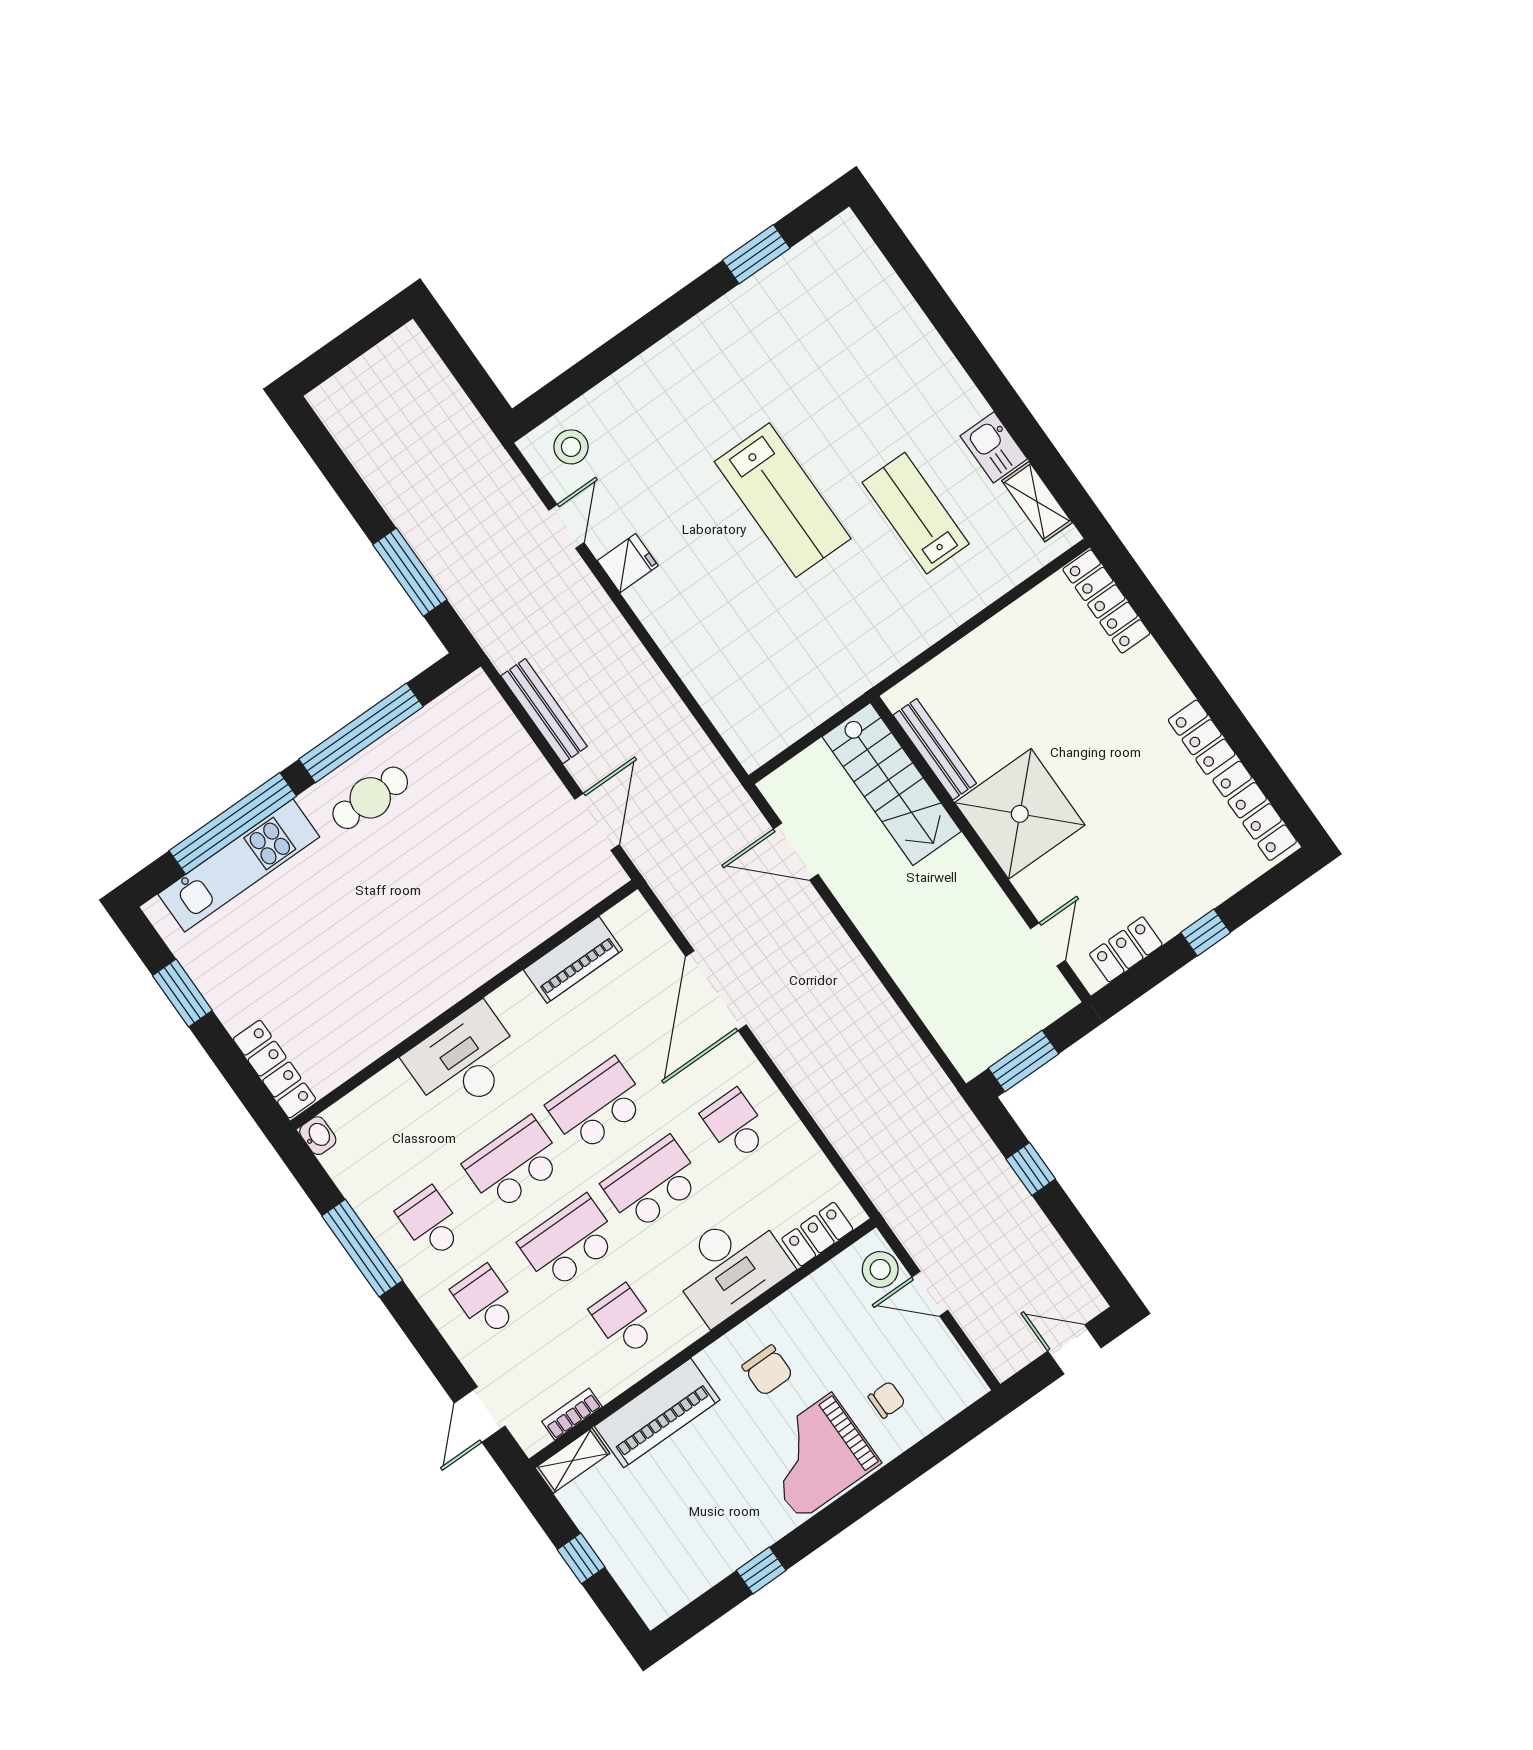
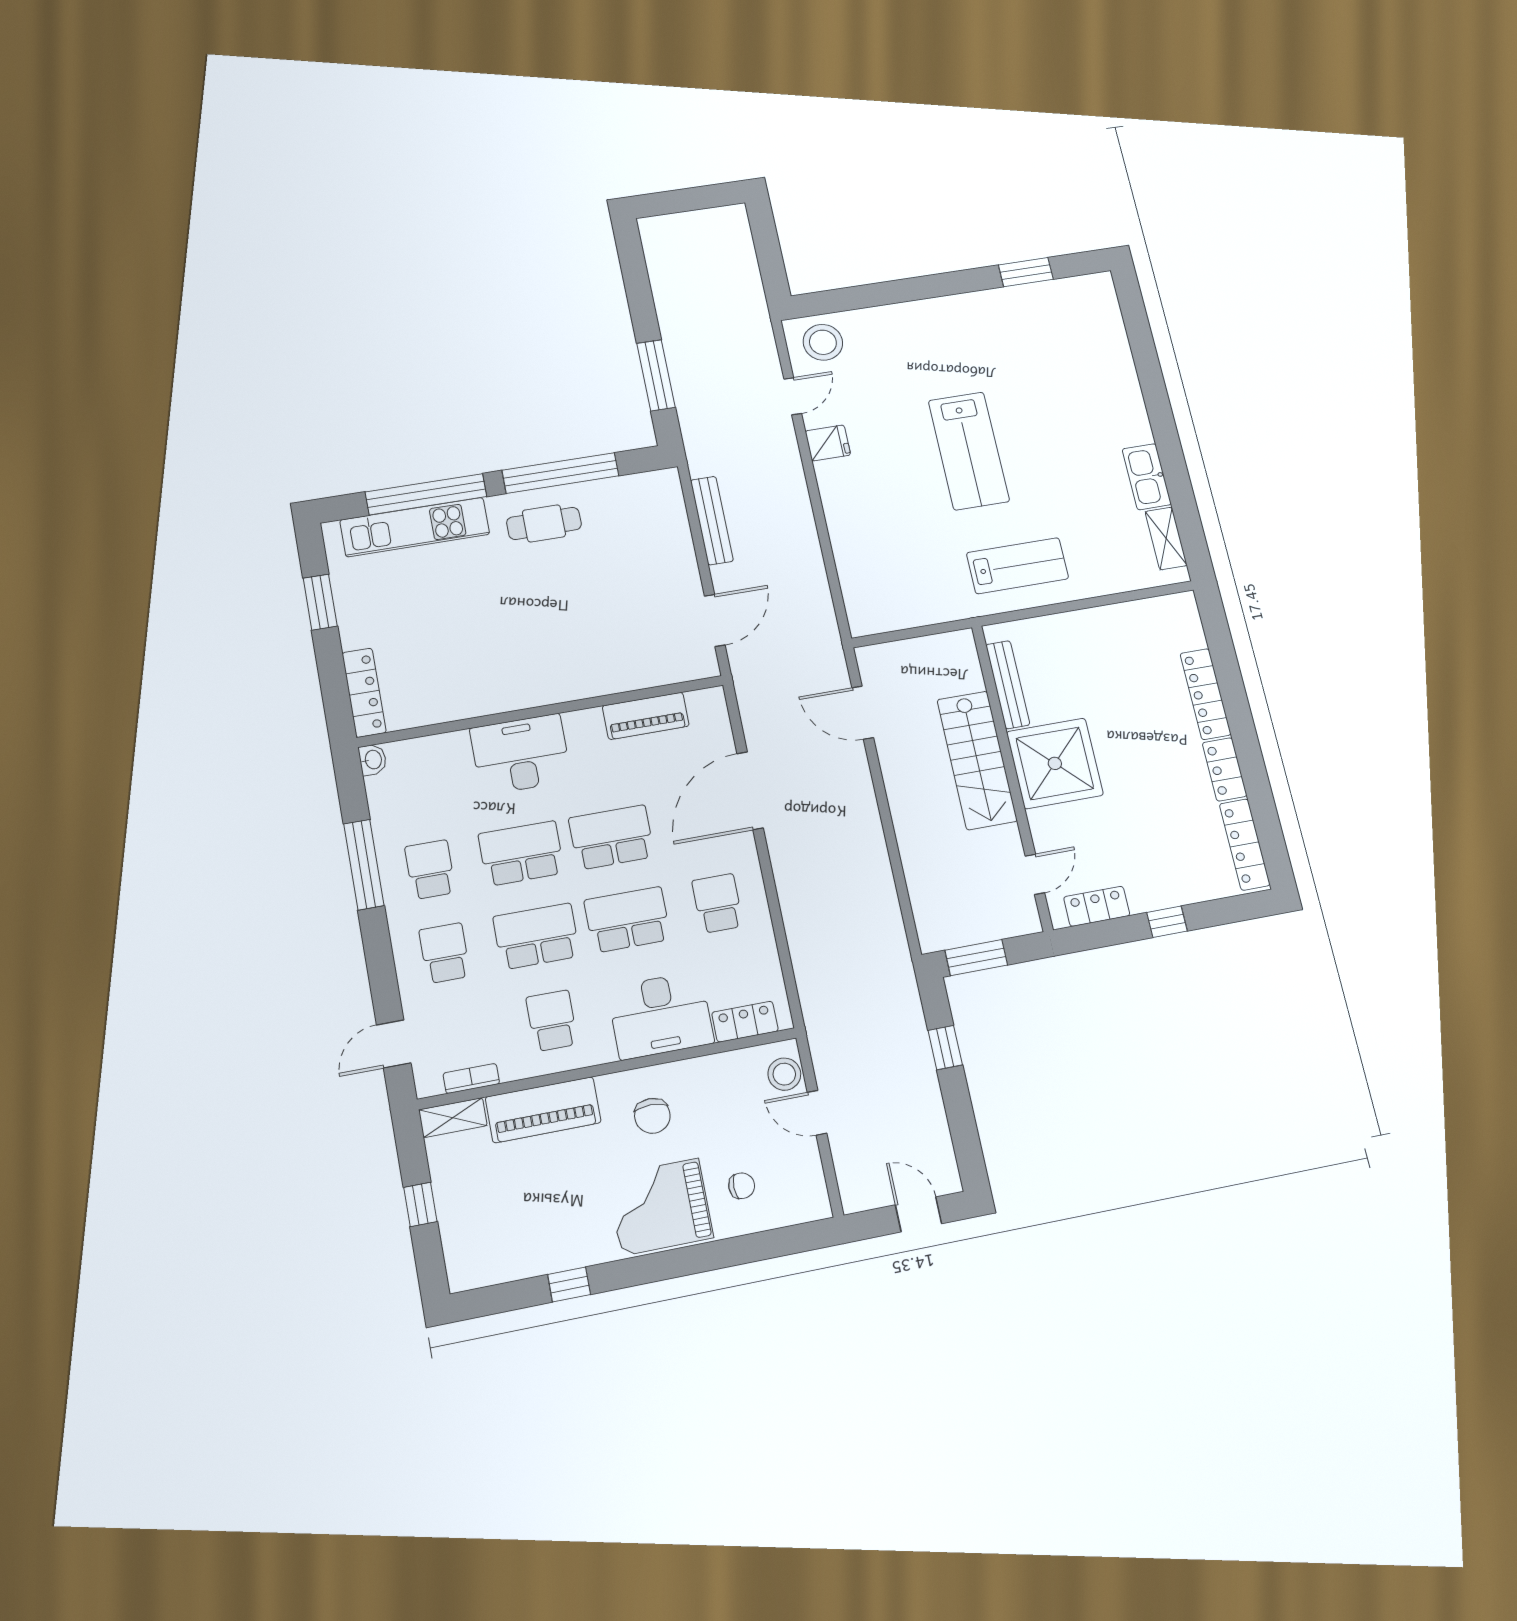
stool: (571, 447) -> (823, 342), width x1.38, depth x1.38
kitchen sink: (994, 447) -> (1147, 477), width x1.38
lab bench: (916, 513) -> (1018, 566), moved, turned 90
locker: (1106, 601) -> (1205, 694), moved
stairs: (892, 784) -> (977, 760), moved

